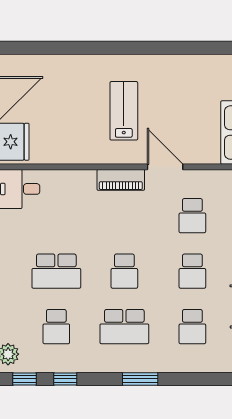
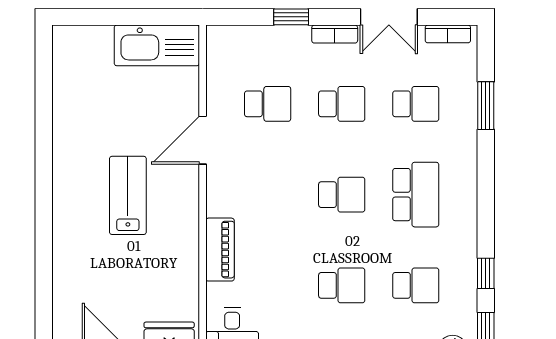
lab bench: (124, 111) -> (128, 195), turned 90
piano: (121, 180) -> (220, 250), moved
school desk: (56, 271) -> (342, 285), width x0.54
window: (140, 379) -> (486, 106), moved

